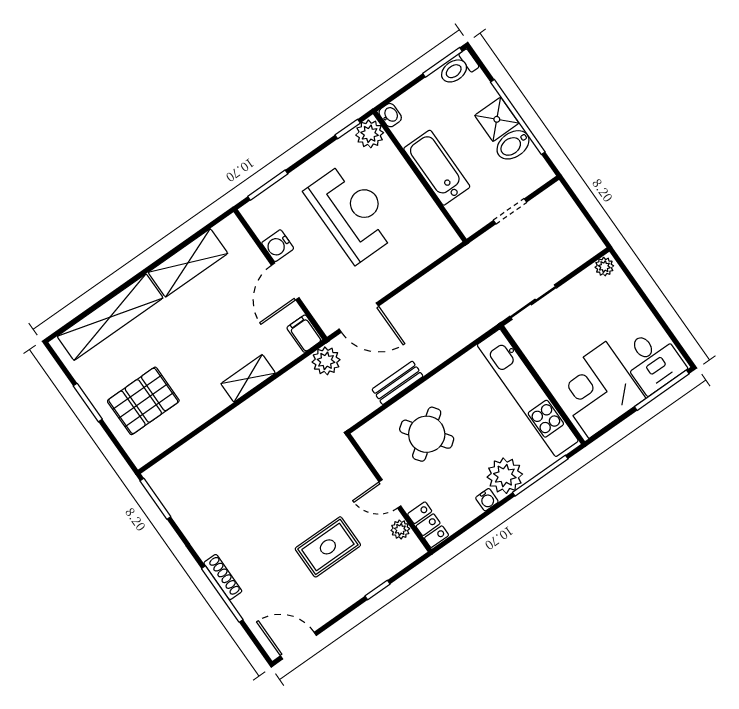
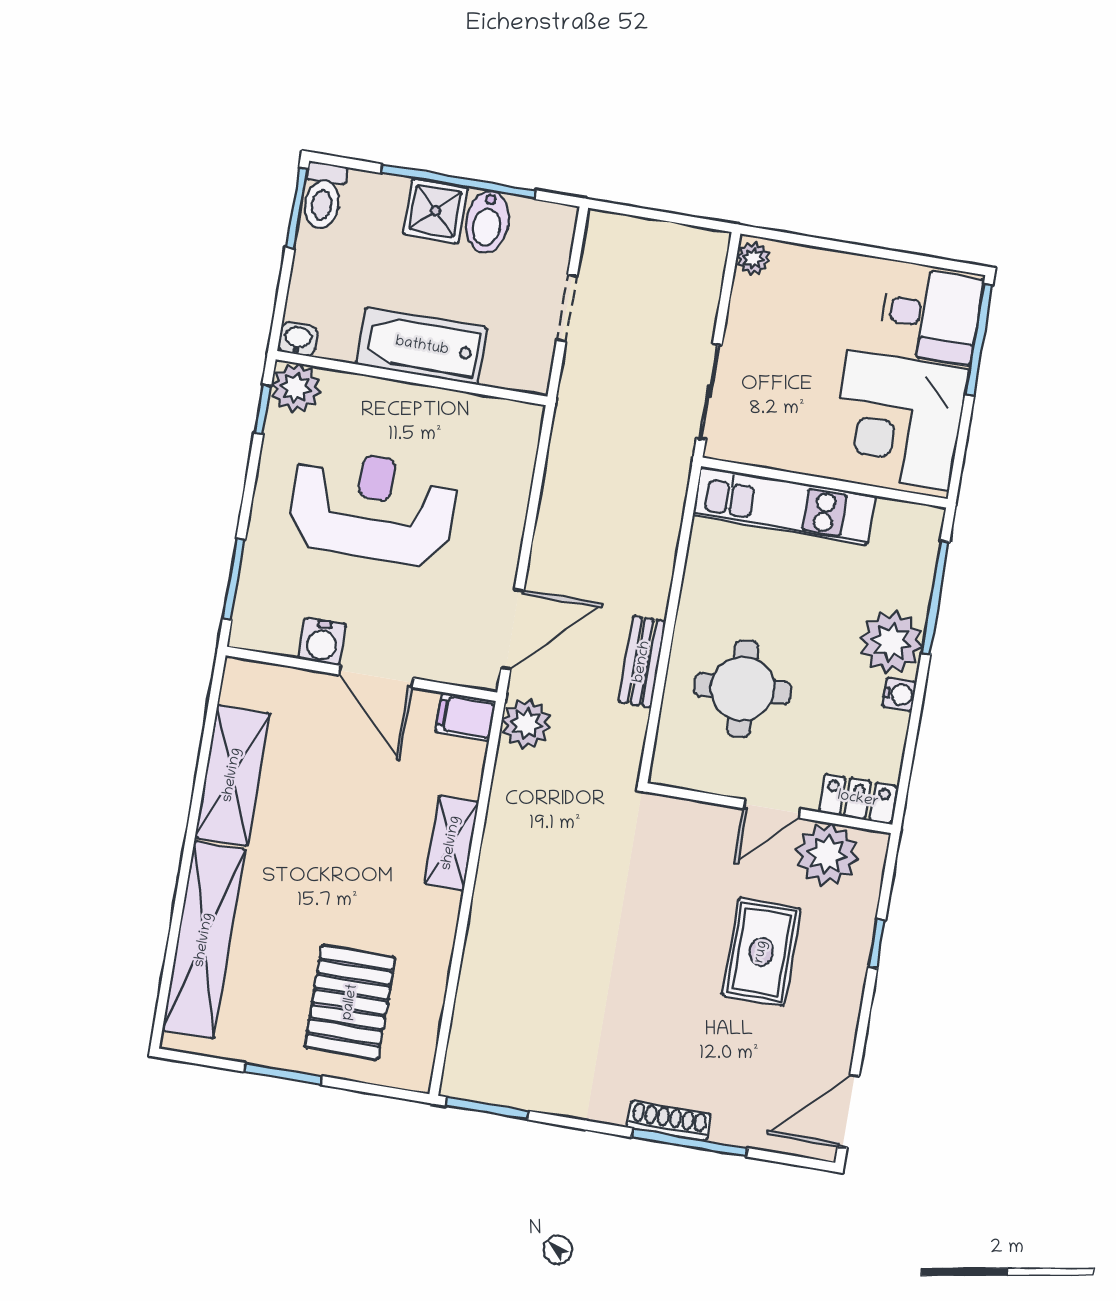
kitchen unit: (528, 393) -> (784, 506), width x0.73
round table: (427, 434) -> (743, 689), turned 32
plant: (400, 529) -> (827, 854), width x1.88, depth x1.88

